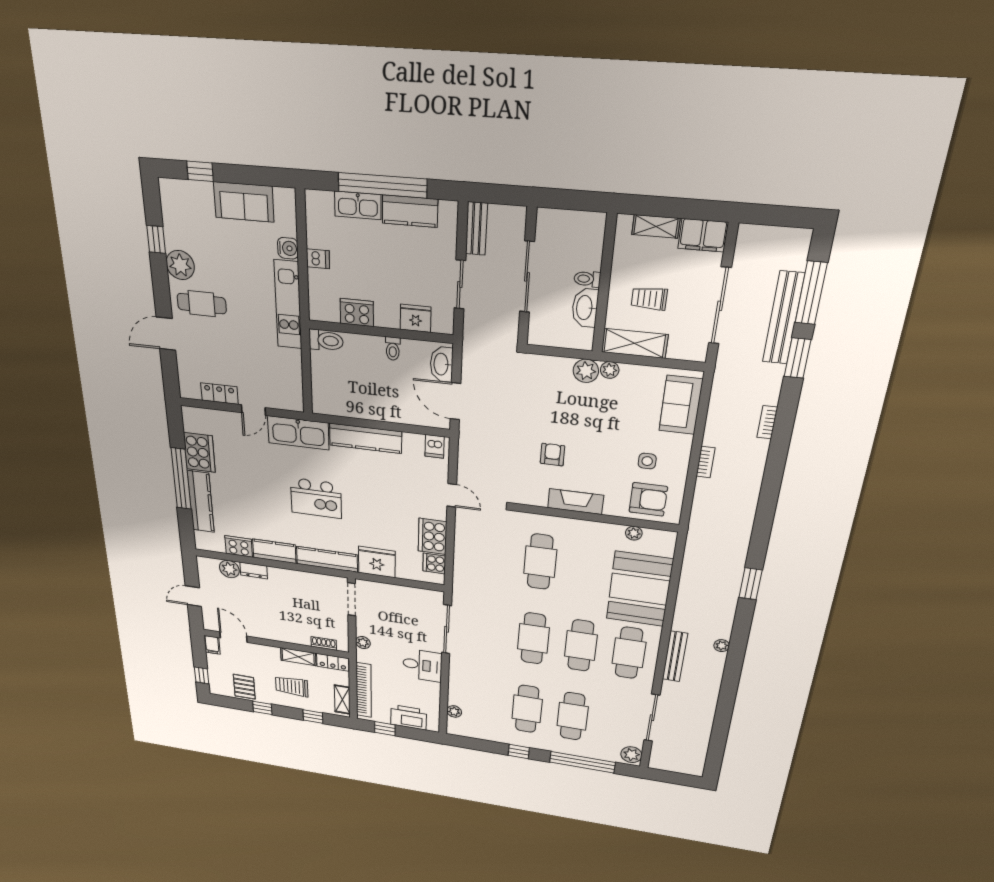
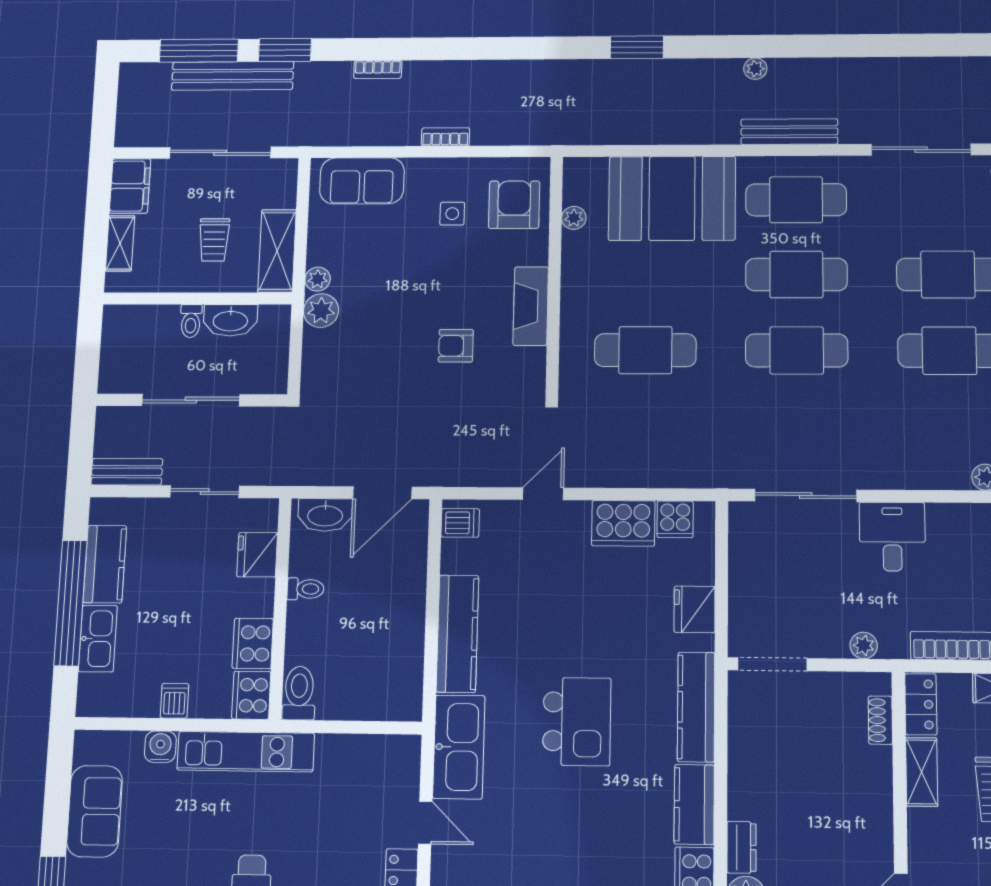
cooker: (324, 310) -> (251, 695), added
fridge: (377, 562) -> (695, 609), width x0.73, depth x0.75

